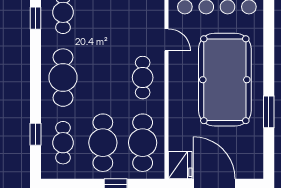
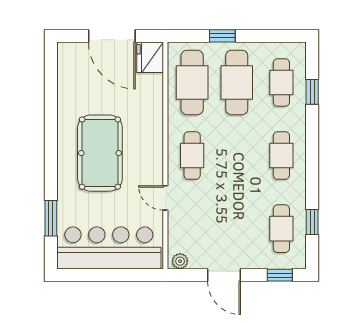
cafe table: (63, 78) -> (281, 156), width x0.73, depth x0.74
pool table: (225, 80) -> (100, 153), width x0.73, depth x0.76
window: (269, 112) -> (51, 218), moved

